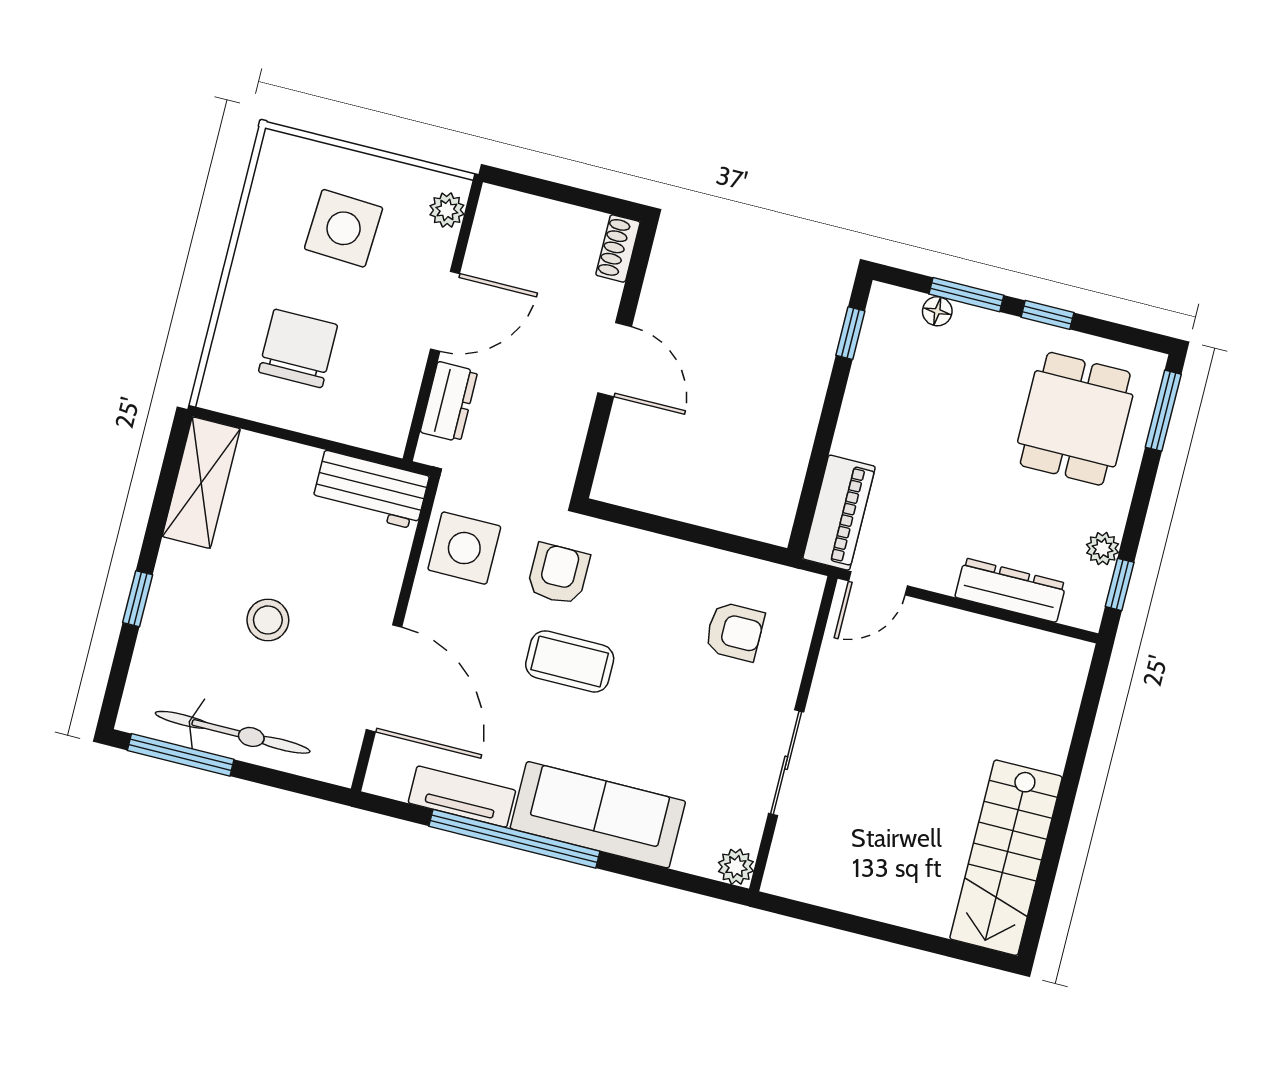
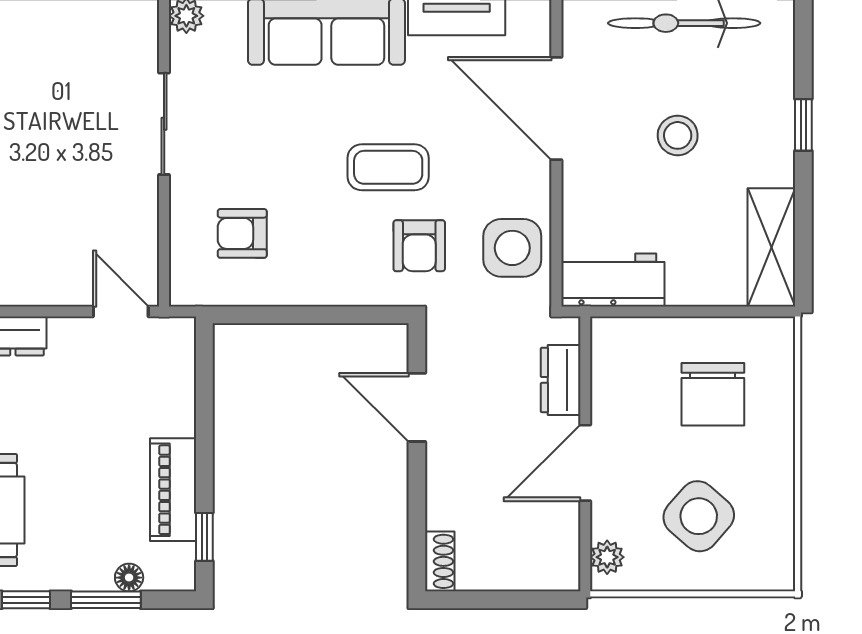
side table: (344, 228) -> (699, 516), turned 38
door: (615, 360) -> (417, 407), moved
piano: (839, 513) -> (173, 490), moved
door: (878, 583) -> (121, 311), hinge flipped

